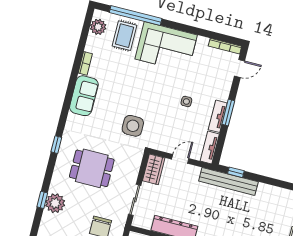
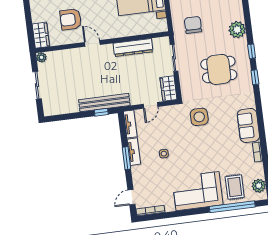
window: (42, 200) -> (252, 51), moved

